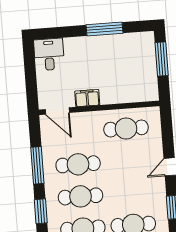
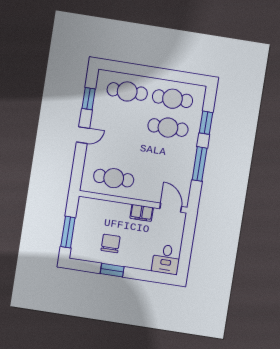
window: (104, 29) -> (112, 270), width x0.69
chair: (113, 57) -> (111, 243), added
cafe table: (78, 164) -> (163, 156), removed

